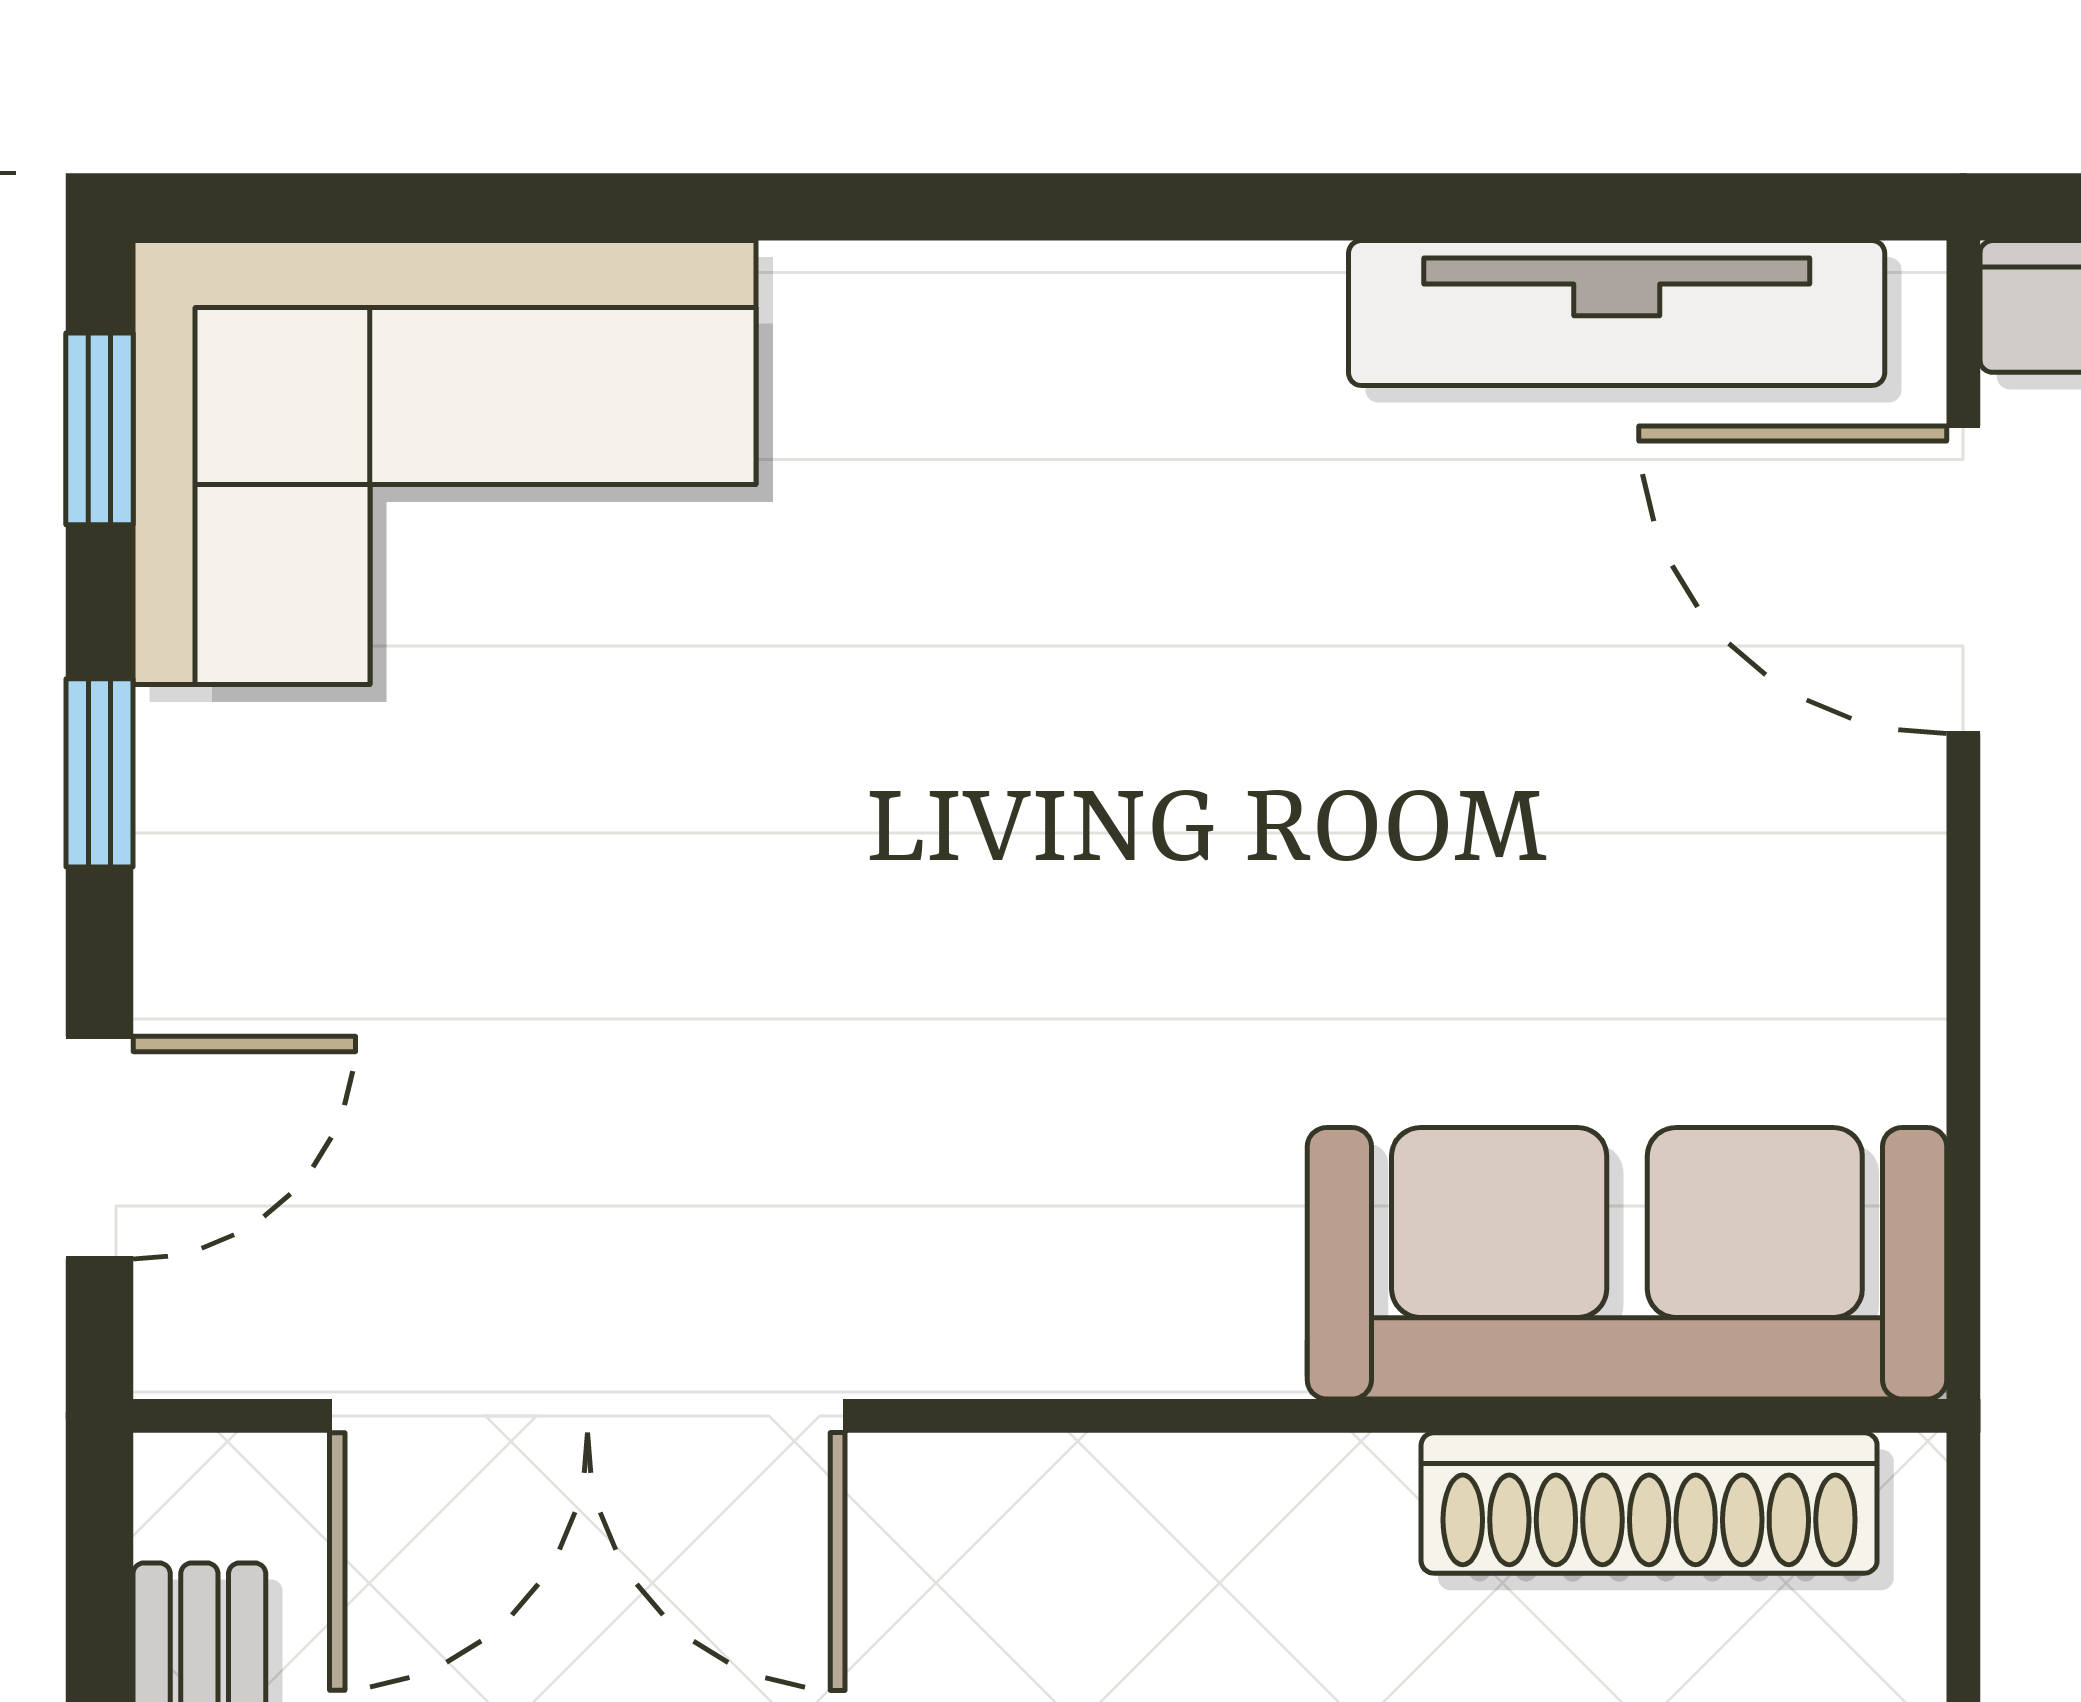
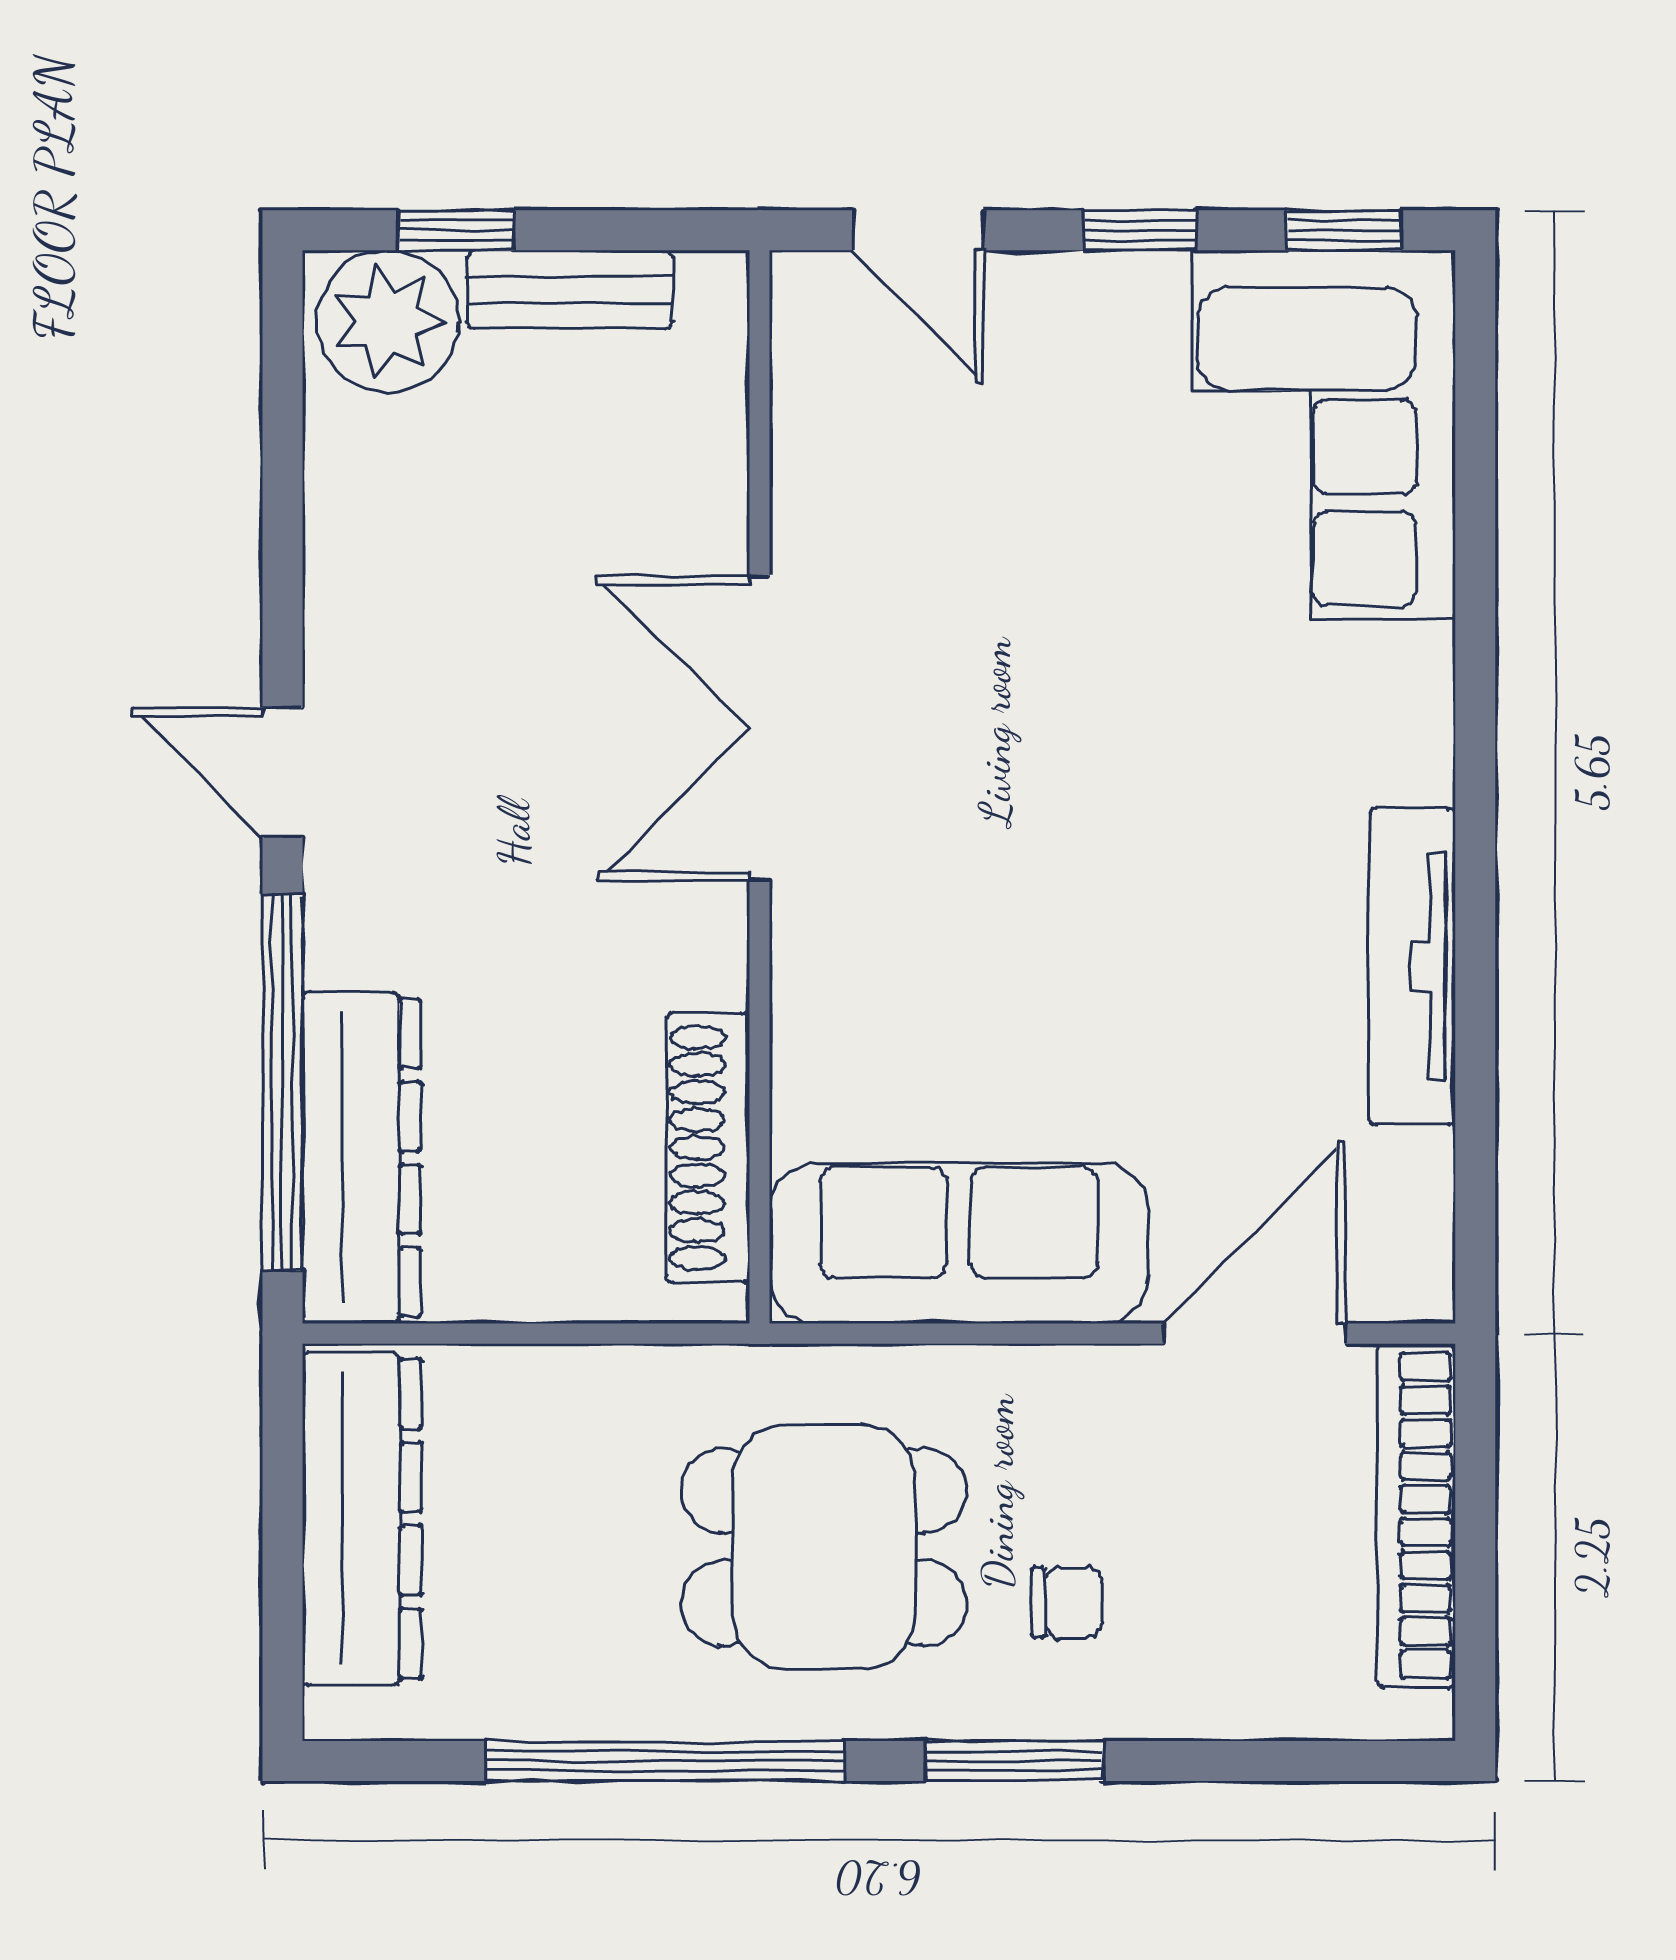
tv unit: (1617, 313) -> (1412, 967), moved
sofa: (1627, 1263) -> (959, 1243), moved, turned -90
double door: (587, 1416) -> (760, 728), moved

